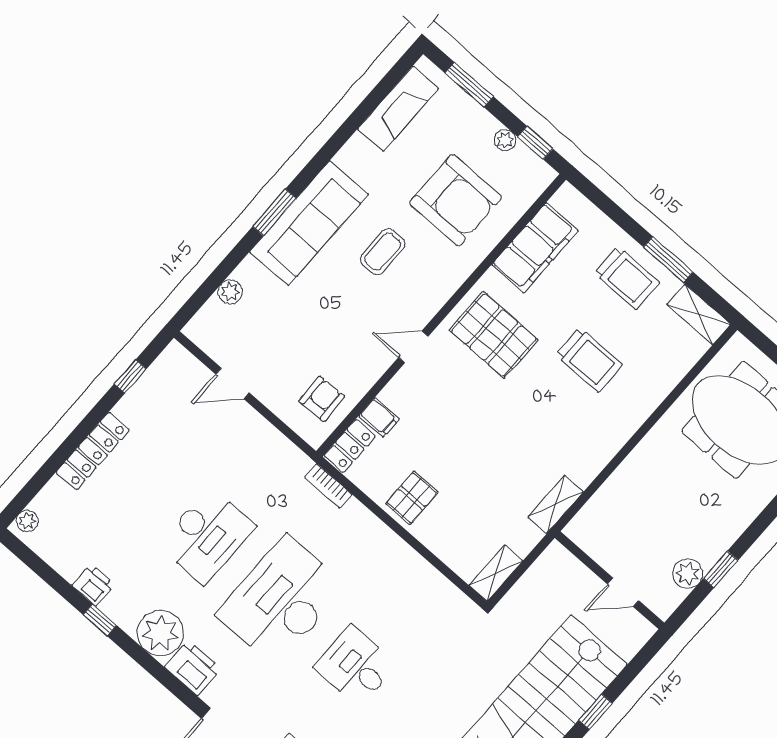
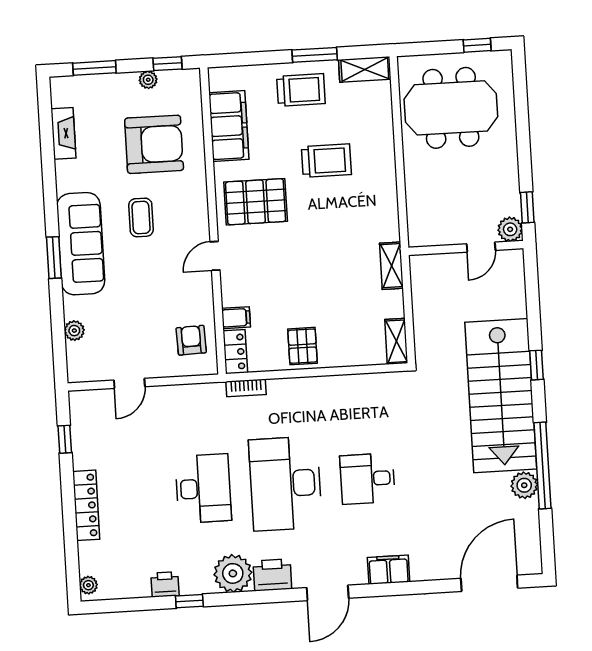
fireplace: (398, 109) -> (63, 133), width x0.73, depth x0.76
wall: (609, 580) -> (466, 248), moved
door: (623, 592) -> (481, 247), moved

